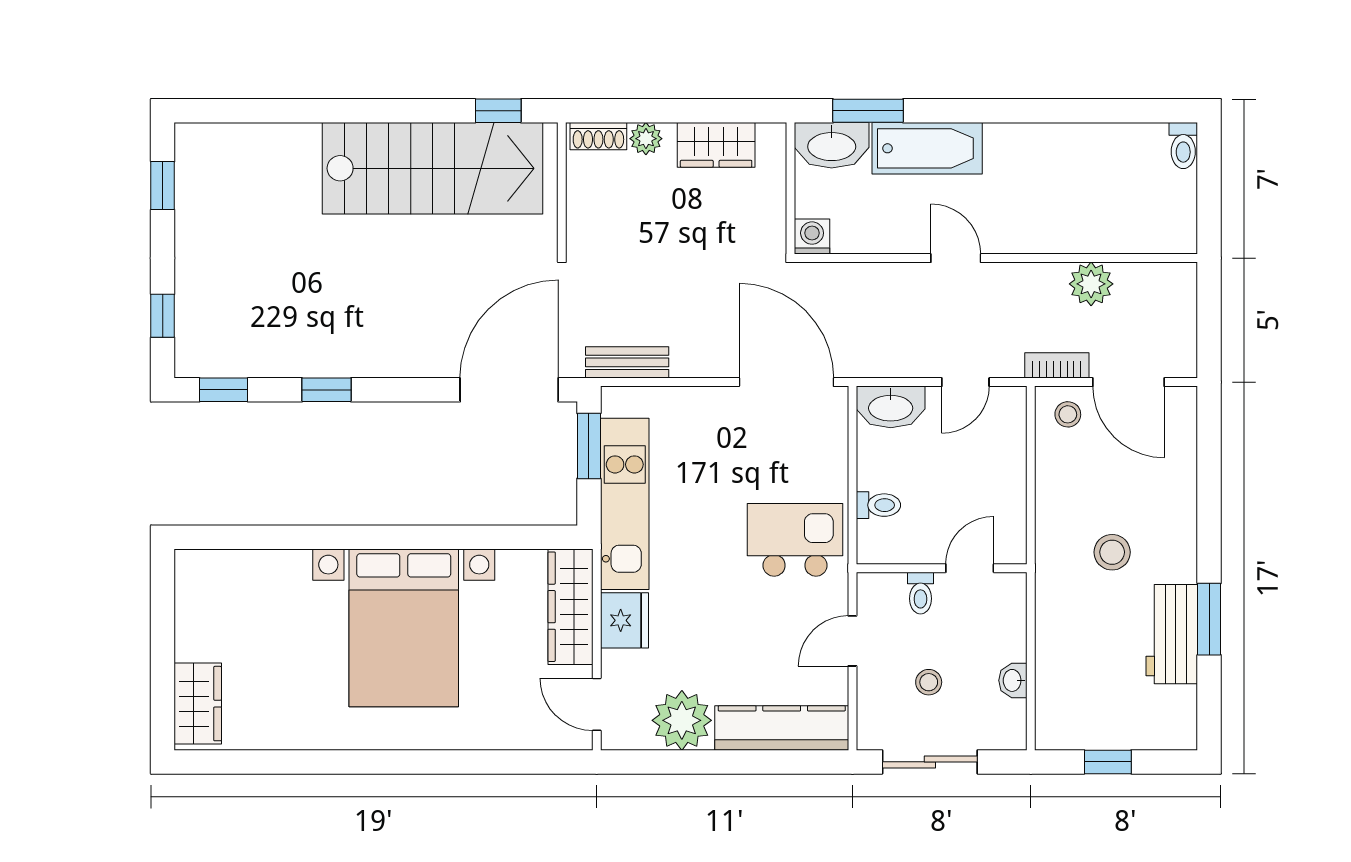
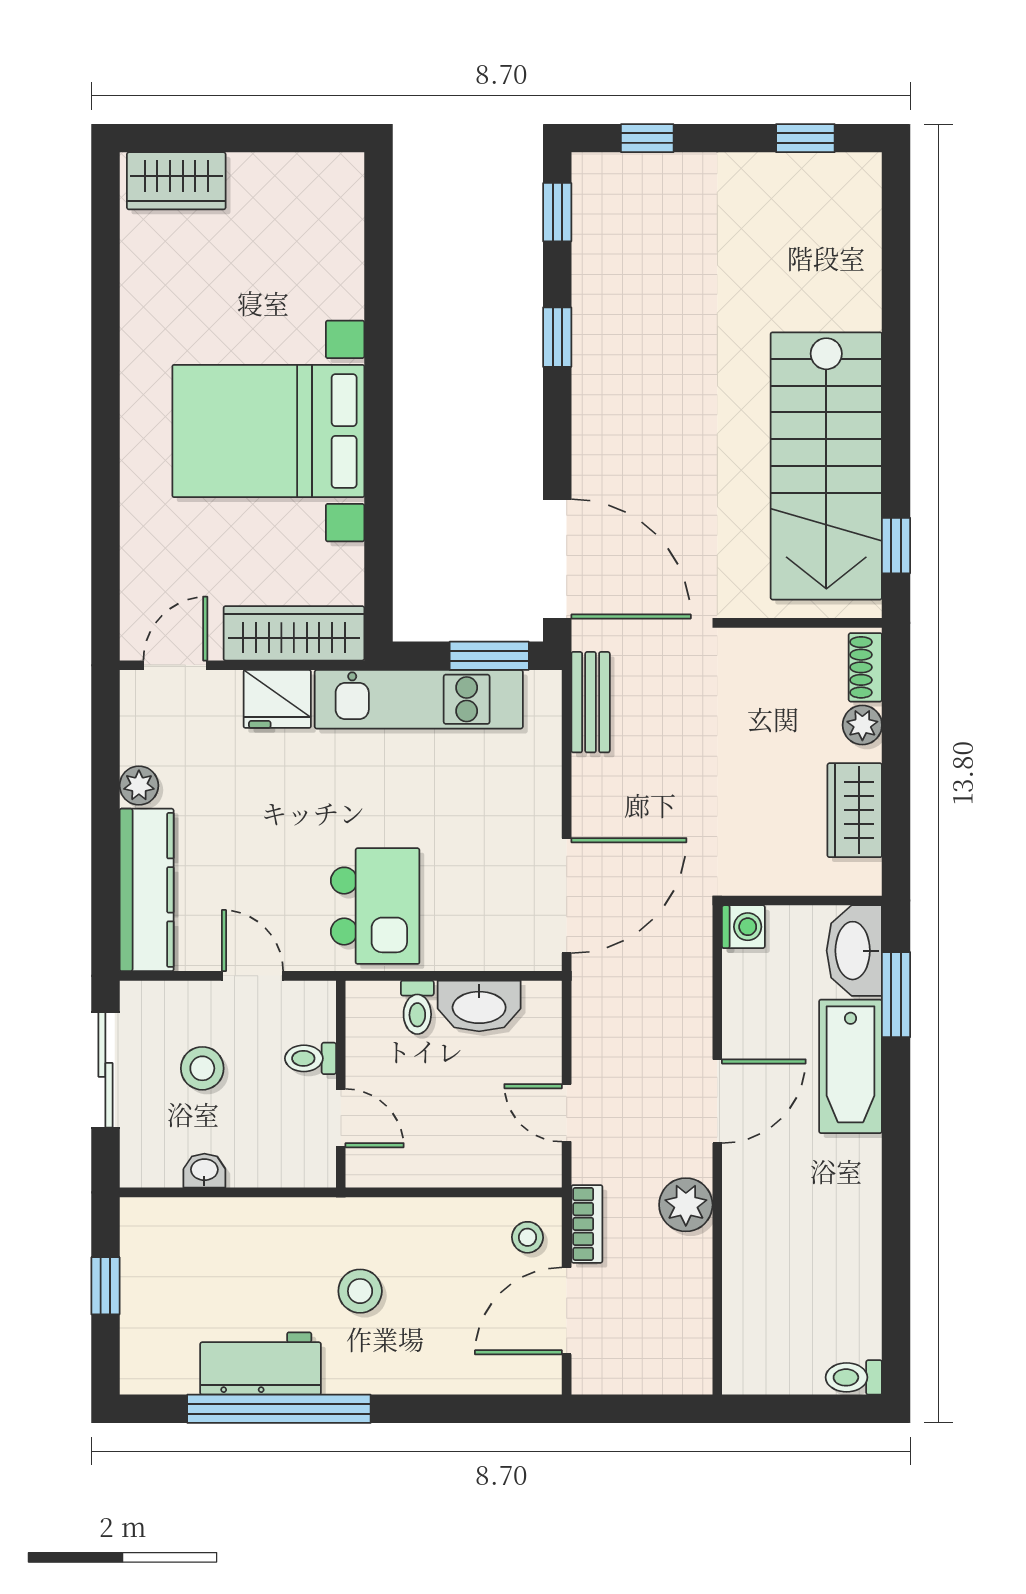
door: (956, 258) -> (717, 1101), width x1.38
plant: (1091, 284) -> (686, 1205), moved
washbasin: (891, 407) -> (479, 1006), moved, turned -90
window: (1209, 619) -> (279, 1409), width x2.11
stool: (929, 682) -> (202, 1068), width x1.37, depth x1.37
plant: (682, 720) -> (139, 785), width x0.53, depth x0.53

